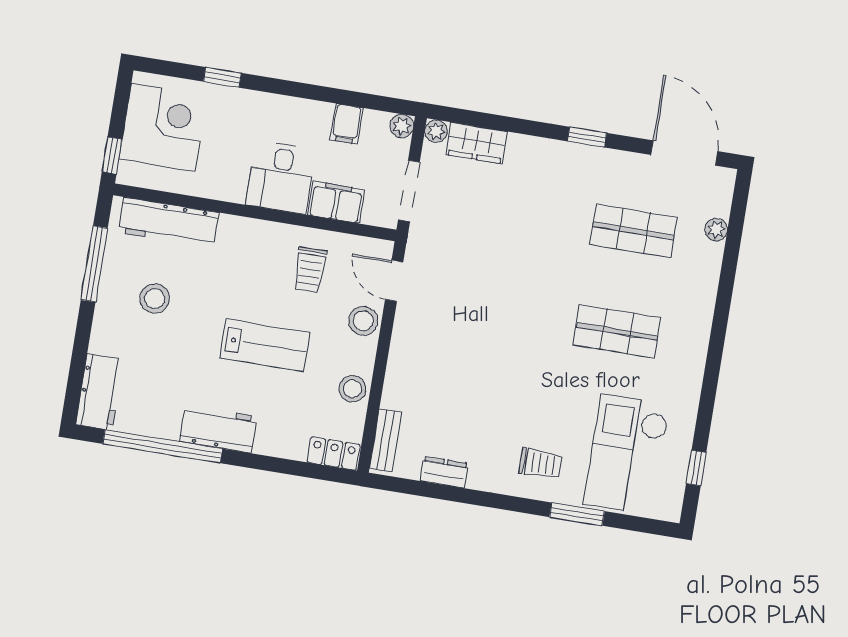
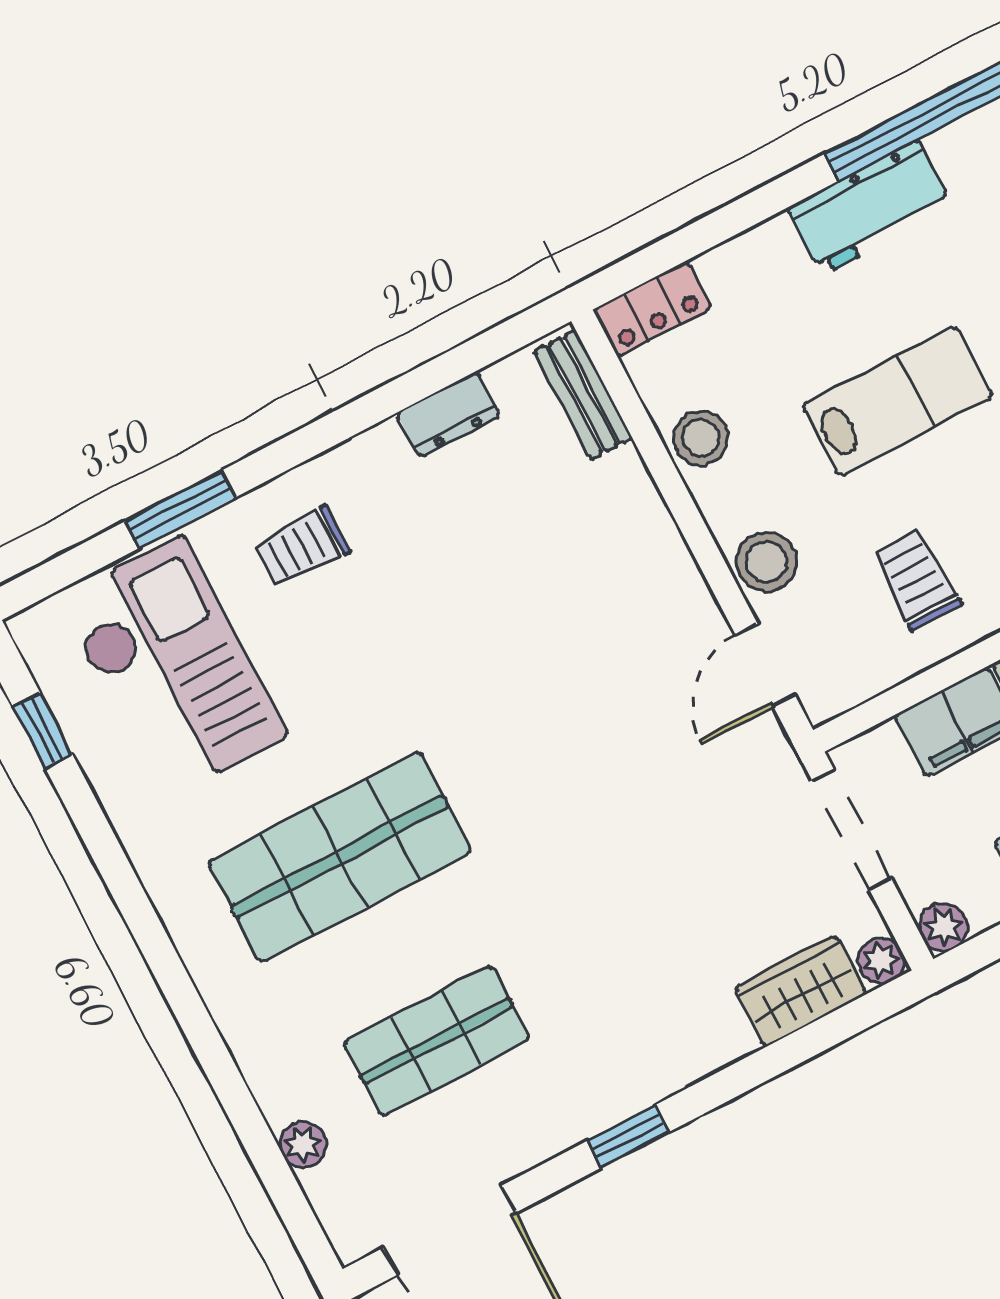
door: (394, 281) -> (765, 665), swing flipped
shop shelf: (617, 331) -> (340, 857), width x1.43, depth x1.36
lab bench: (265, 345) -> (897, 401), turned 180

